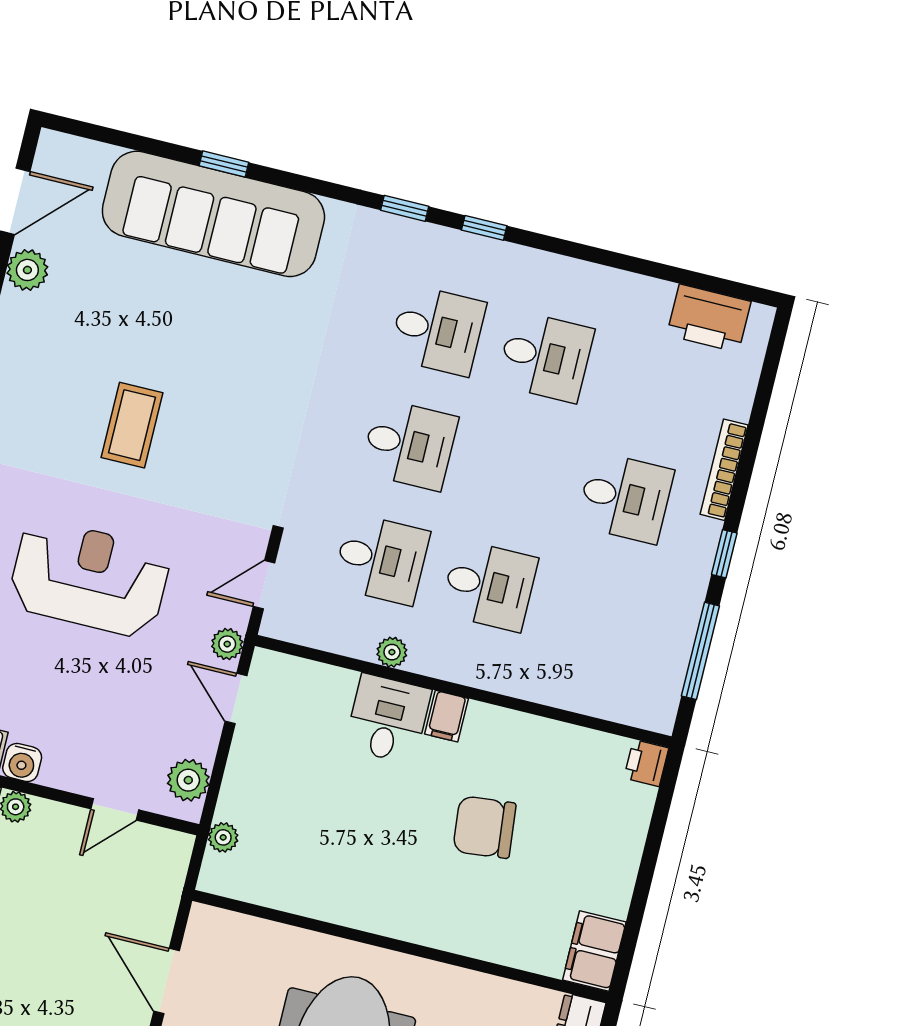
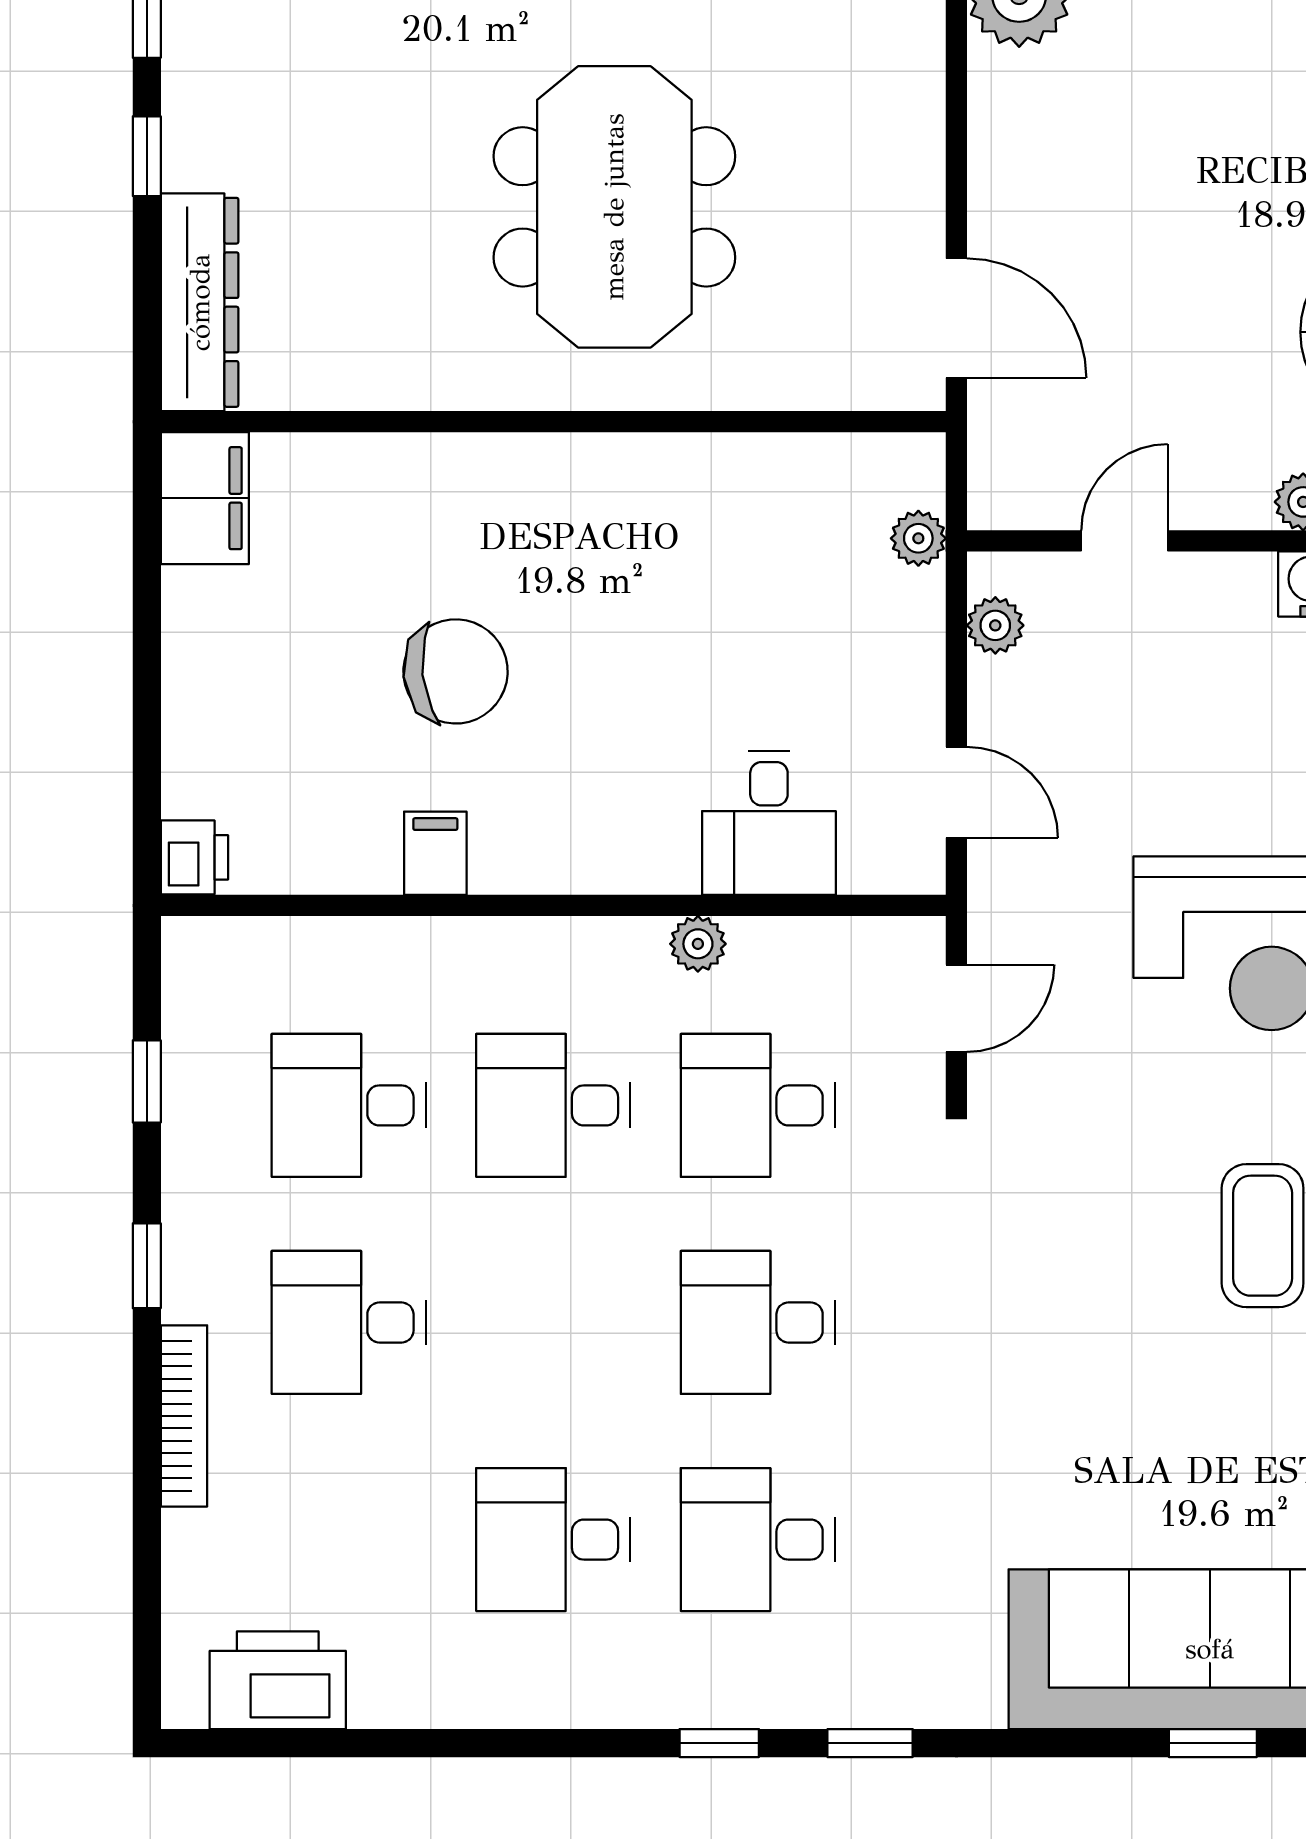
desk: (597, 612) -> (349, 1105), added
plant: (227, 644) -> (996, 886), removed
window: (700, 651) -> (147, 1081), width x0.46
filing cabinet: (447, 716) -> (435, 853), moved
desk: (388, 719) -> (769, 823), moved
plant: (188, 780) -> (995, 625), width x0.73, depth x0.73
door: (167, 981) -> (956, 318), moved

